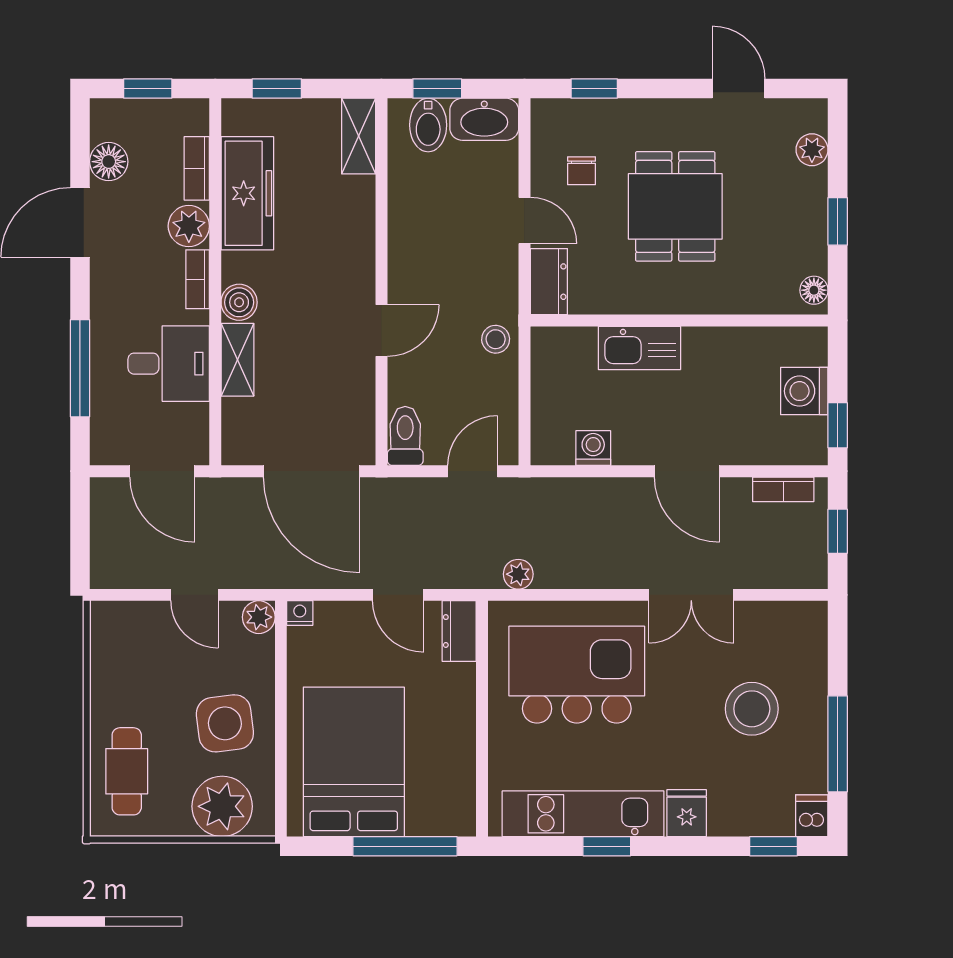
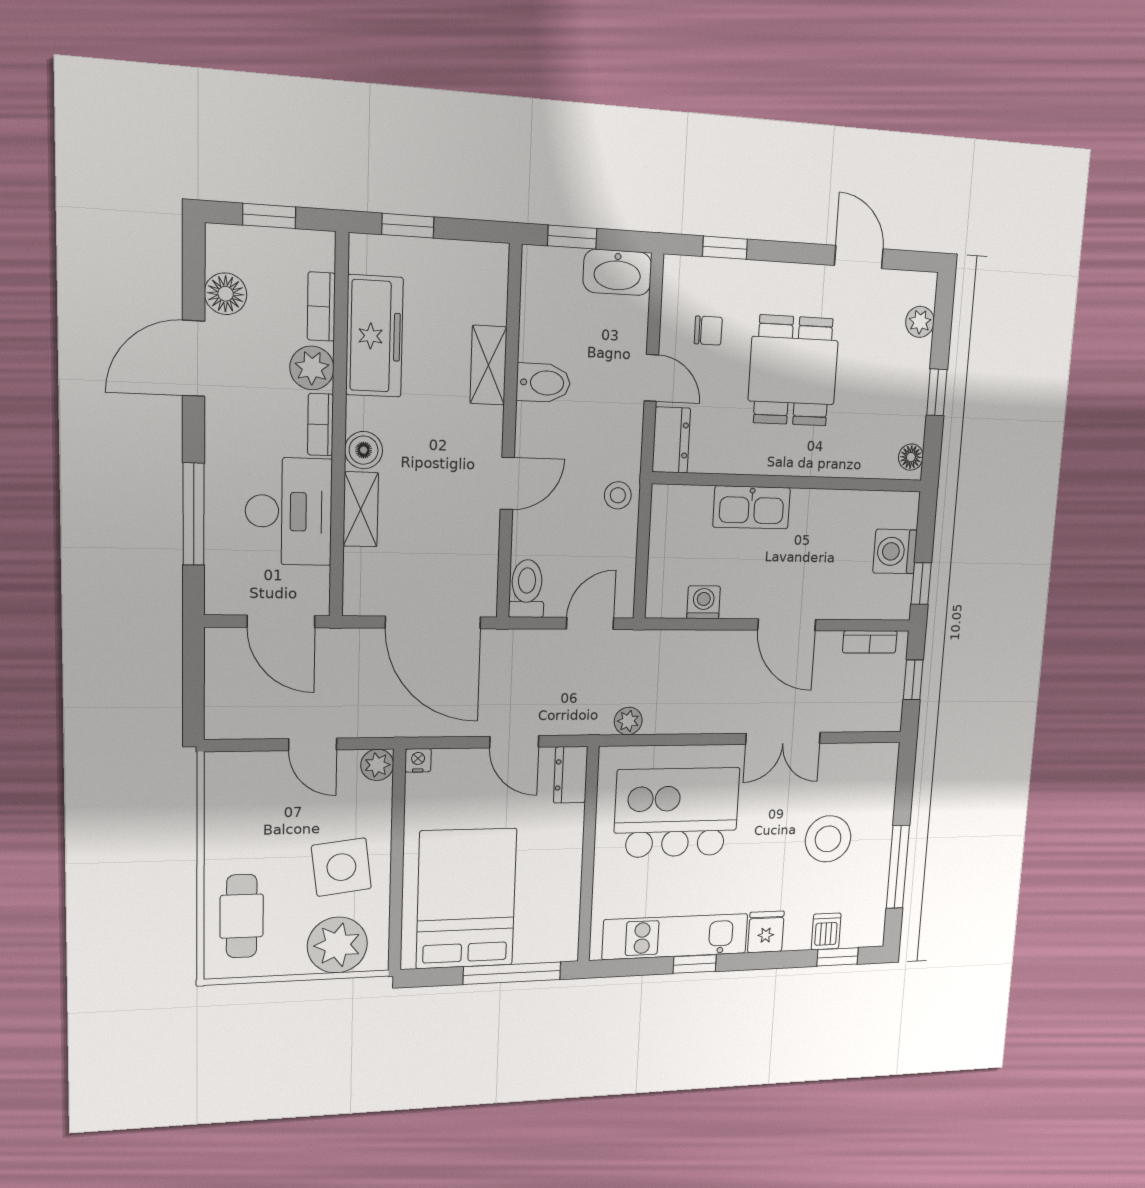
bidet: (428, 125) -> (543, 383), moved, turned -90
shelving: (359, 136) -> (488, 365), moved
chair: (582, 171) -> (708, 331), turned -90
desk: (169, 364) -> (289, 511), width x1.37
dishwasher: (812, 816) -> (826, 931), moved

